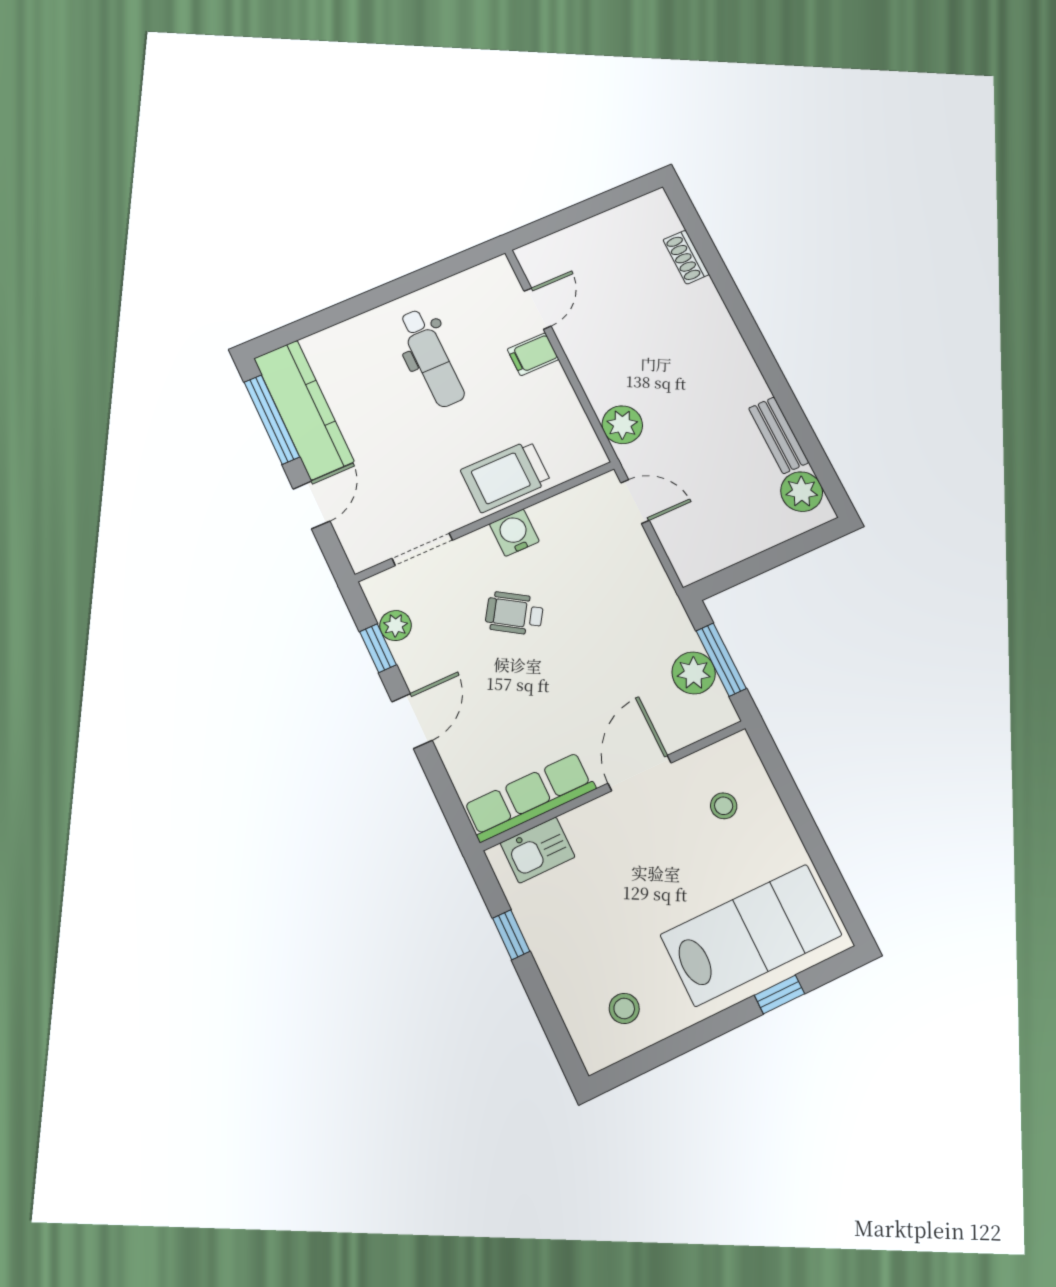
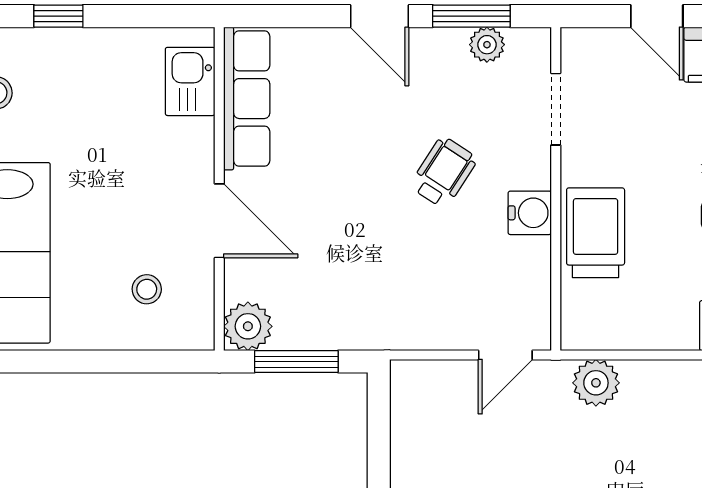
window: (378, 648) -> (471, 16), width x1.50
plant: (694, 673) -> (248, 326), moved
window: (511, 935) -> (58, 16), moved

